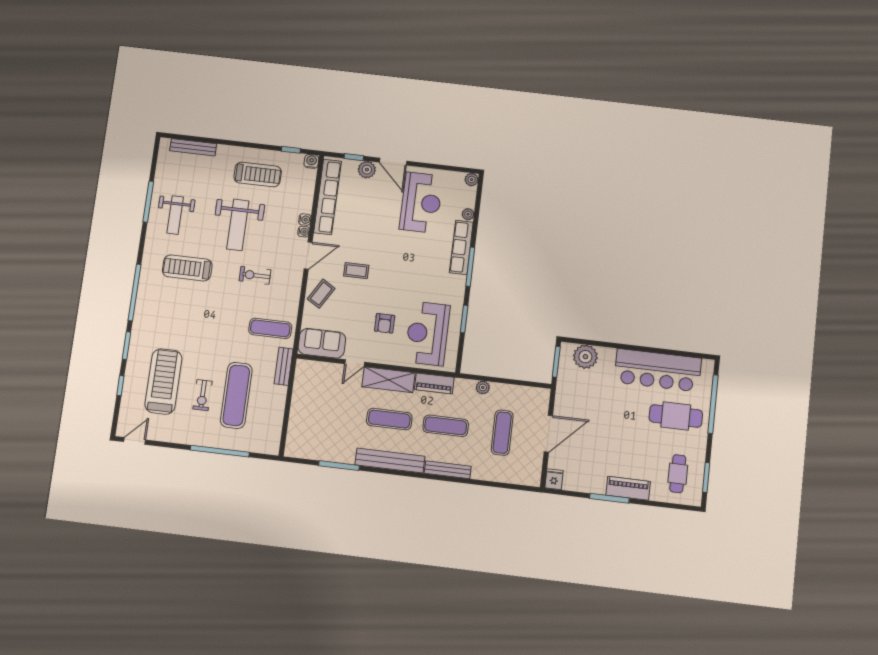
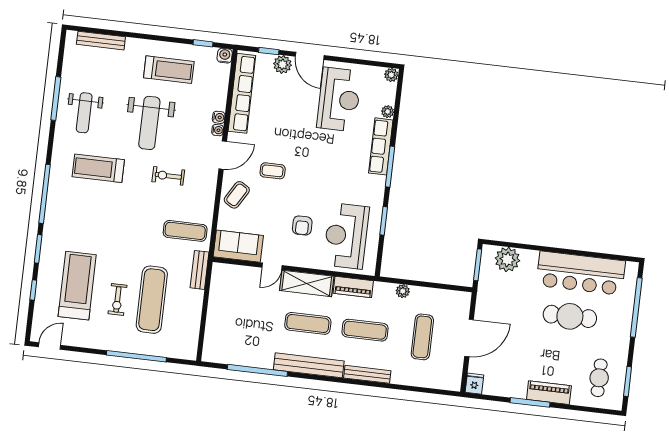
cafe table: (676, 416) -> (570, 316), moved
window: (339, 466) -> (257, 370), width x1.46

